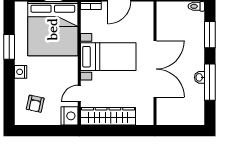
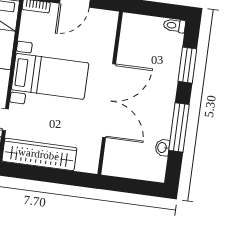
washbasin: (199, 77) -> (162, 148), moved

